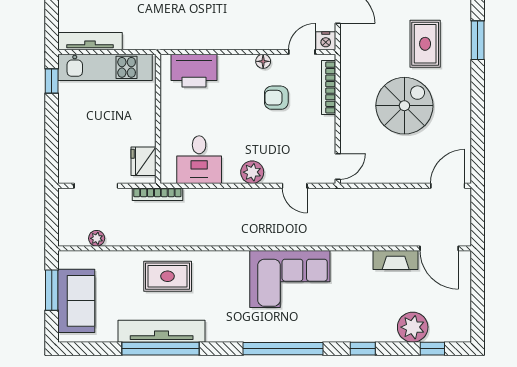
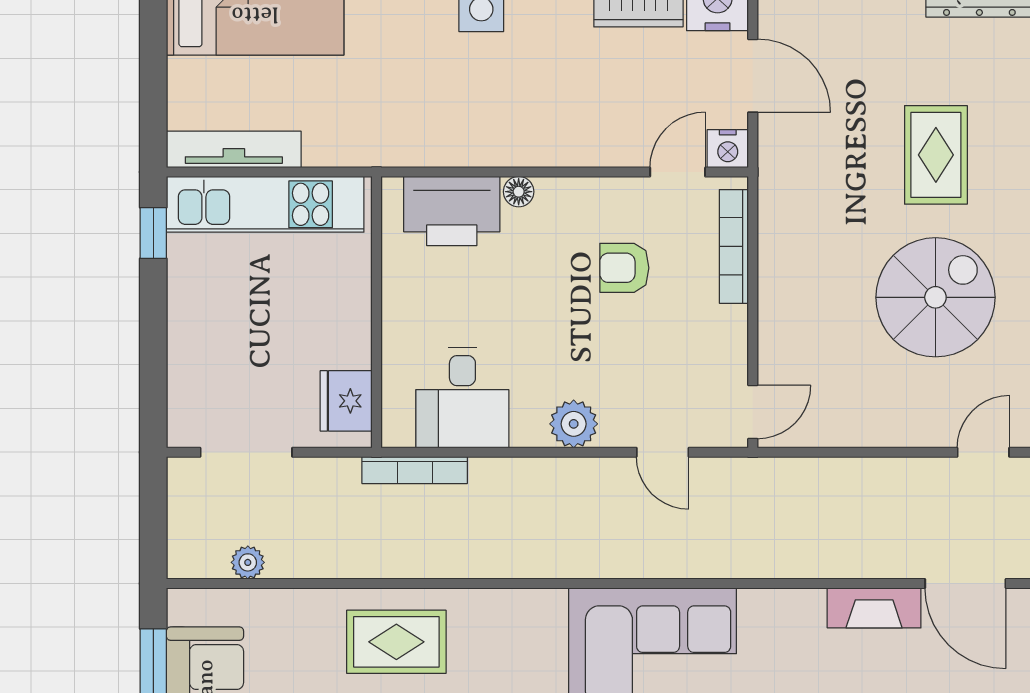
floor lamp: (263, 61) -> (519, 192), moved
spiral stairs: (404, 106) -> (935, 297), moved
door: (448, 186) -> (983, 452), width x0.73
bookcase: (157, 194) -> (415, 470), moved

